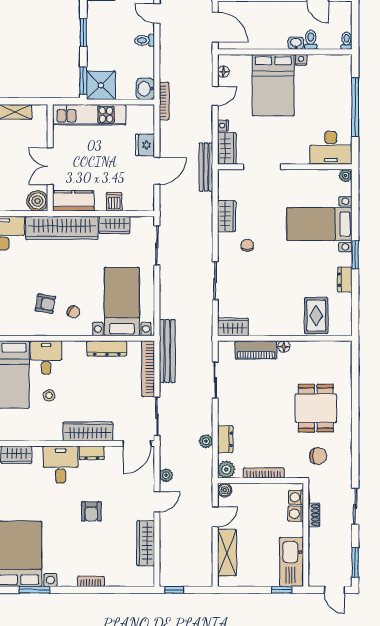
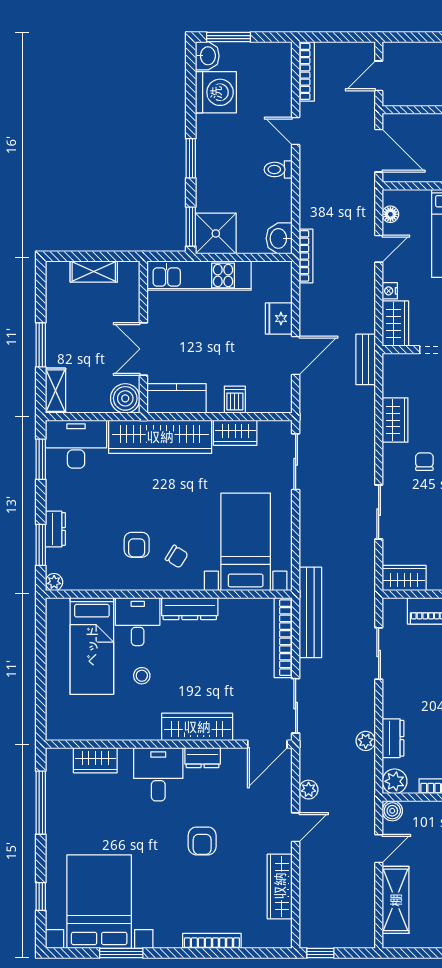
bench: (206, 167) -> (366, 359), width x0.73
armchair: (45, 304) -> (137, 545), turned 80
dresser: (107, 348) -> (190, 609), moved
bookcase: (91, 581) -> (212, 941), width x1.56

